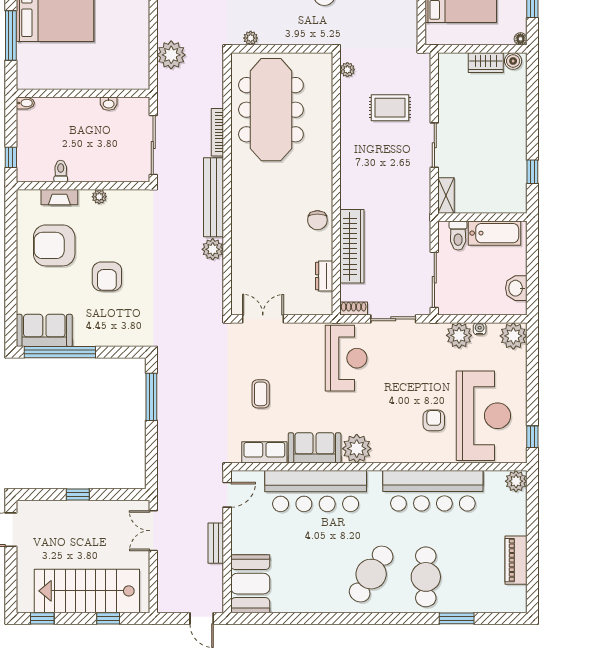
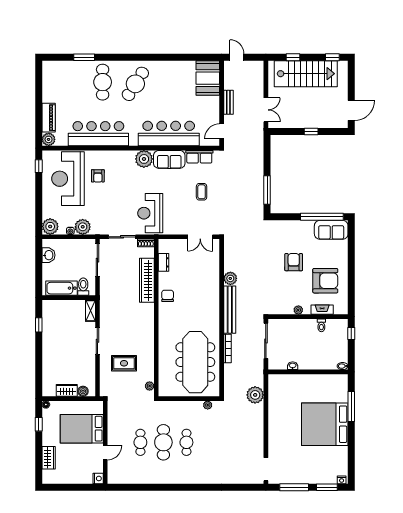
boiler: (513, 61) -> (83, 391), moved
piano: (516, 560) -> (49, 118), moved

